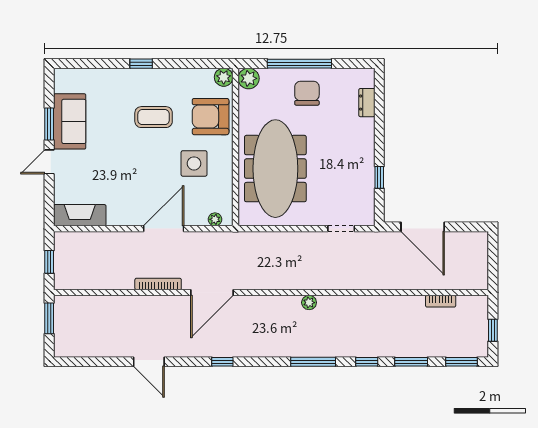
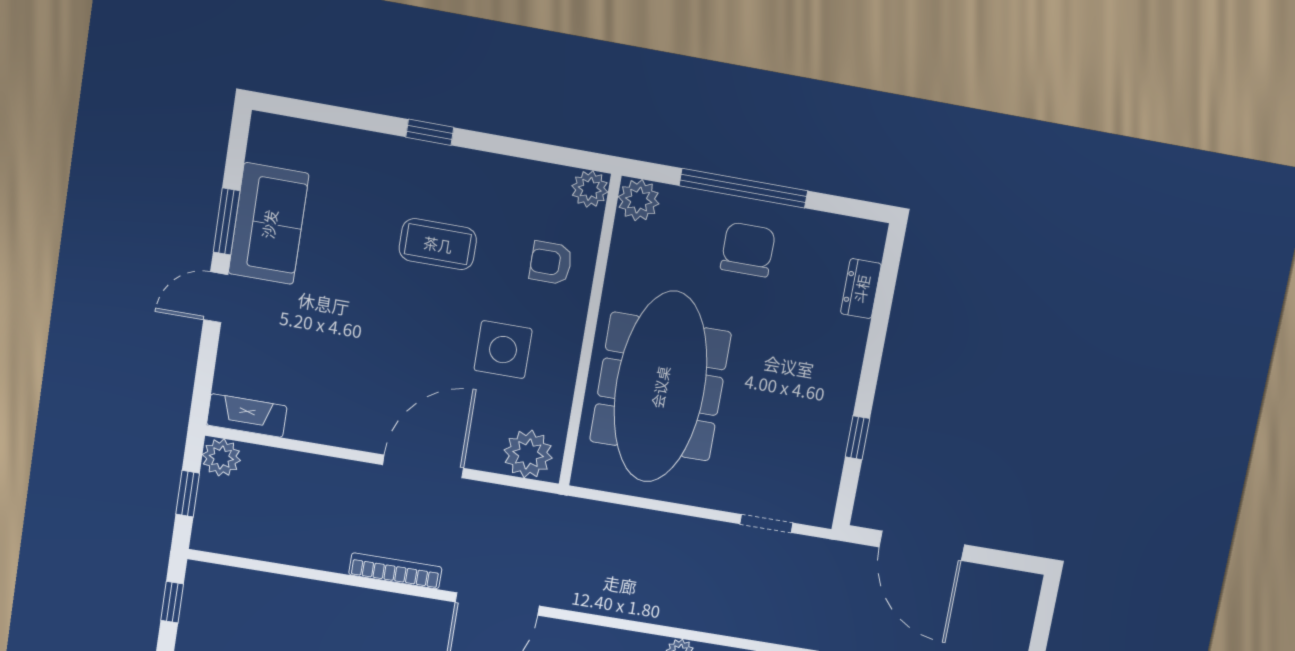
armchair: (211, 117) -> (551, 263), width x0.53, depth x0.53
fireplace: (80, 215) -> (247, 416), width x0.73, depth x0.76
plant: (215, 219) -> (528, 454), width x1.87, depth x1.87
plant: (63, 241) -> (221, 458), added
window: (49, 318) -> (172, 602), width x0.67

